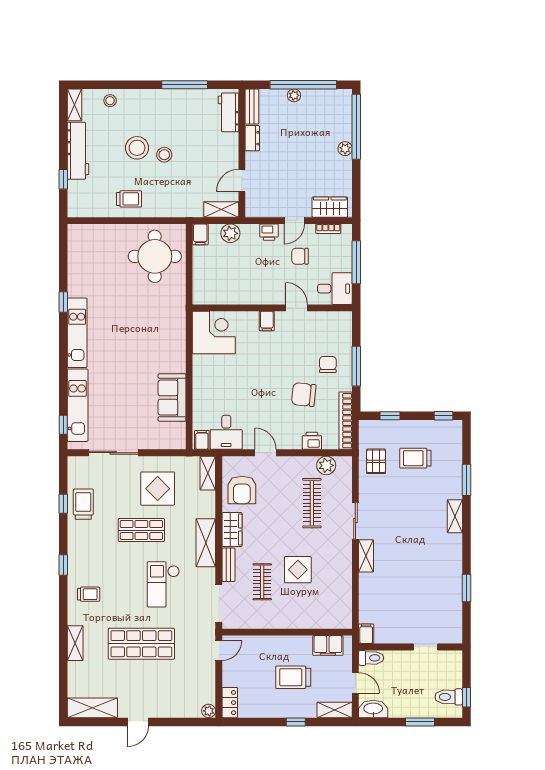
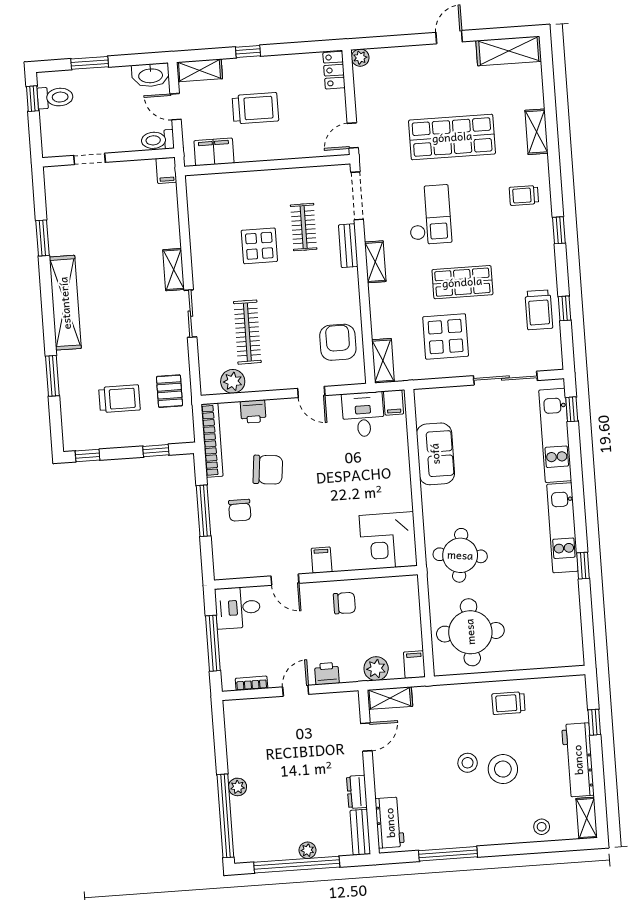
wardrobe: (330, 207) -> (252, 711), removed
chair: (300, 256) -> (344, 603), moved
round table: (158, 317) -> (460, 555), added
shelving: (455, 516) -> (65, 303), width x2.20, depth x1.33
wardrobe: (232, 530) -> (347, 291), removed
shelving: (206, 543) -> (375, 262), width x0.67, depth x0.75

